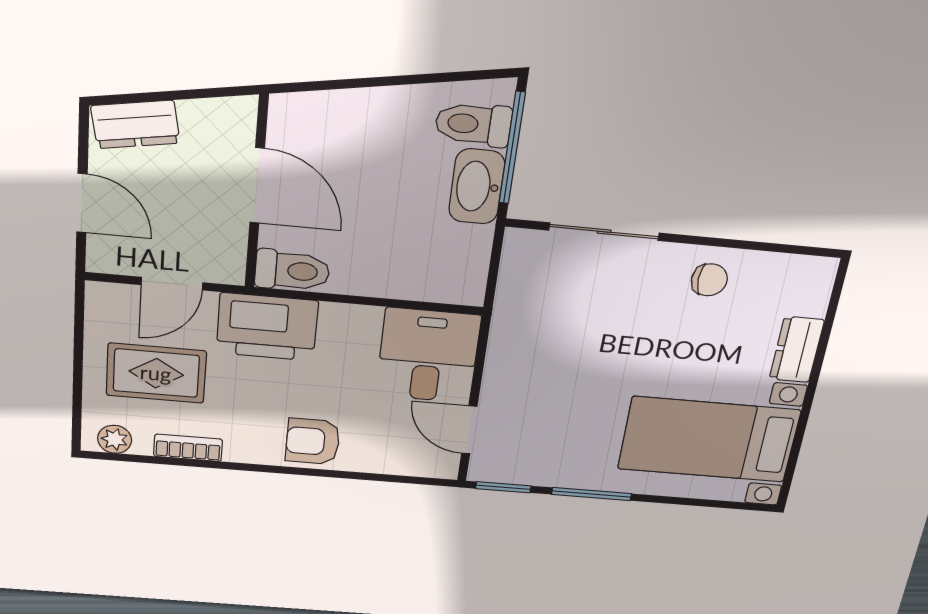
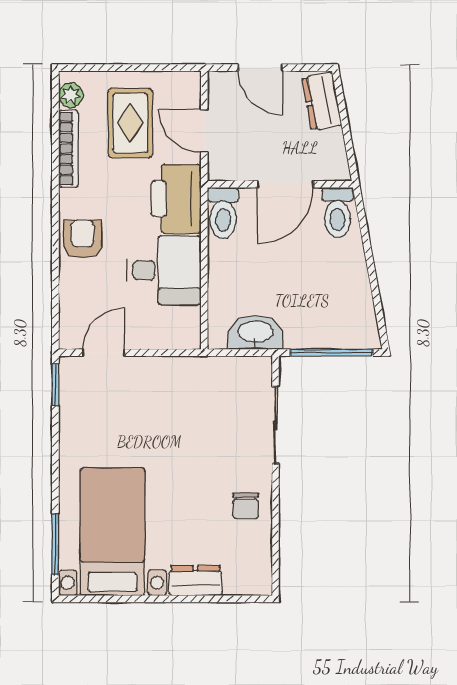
toilet: (473, 124) -> (337, 213), moved, turned 180
washbasin: (477, 187) -> (255, 333), moved
door: (82, 203) -> (260, 68), hinge flipped
desk: (428, 356) -> (164, 270), moved
bookcase: (188, 448) -> (68, 149), width x1.56
window: (592, 494) -> (55, 544), moved

